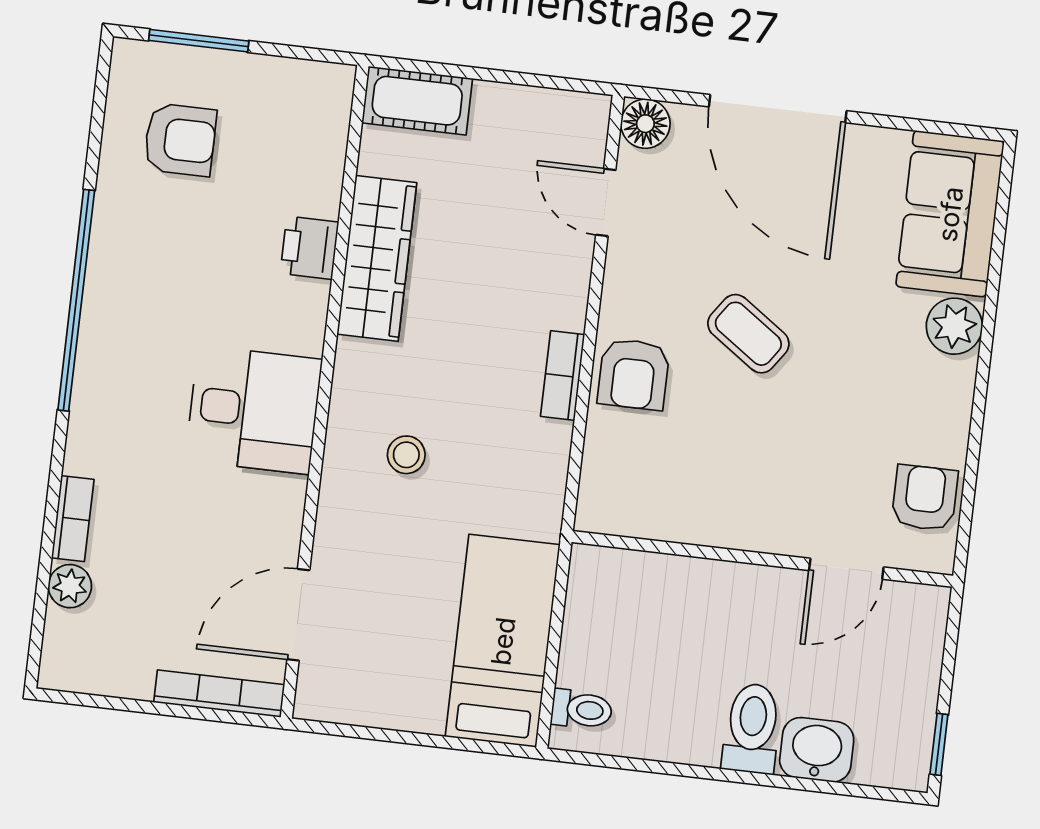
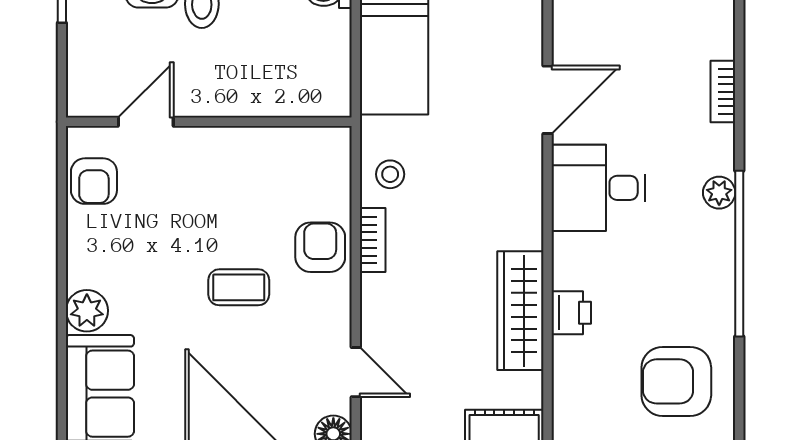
armchair: (180, 140) -> (676, 381), width x1.38, depth x1.38
coffee table: (748, 334) -> (239, 287), turned -35
stool: (406, 455) -> (390, 174), moved
plant: (70, 586) -> (719, 193), moved
door: (298, 615) -> (547, 100), moved

